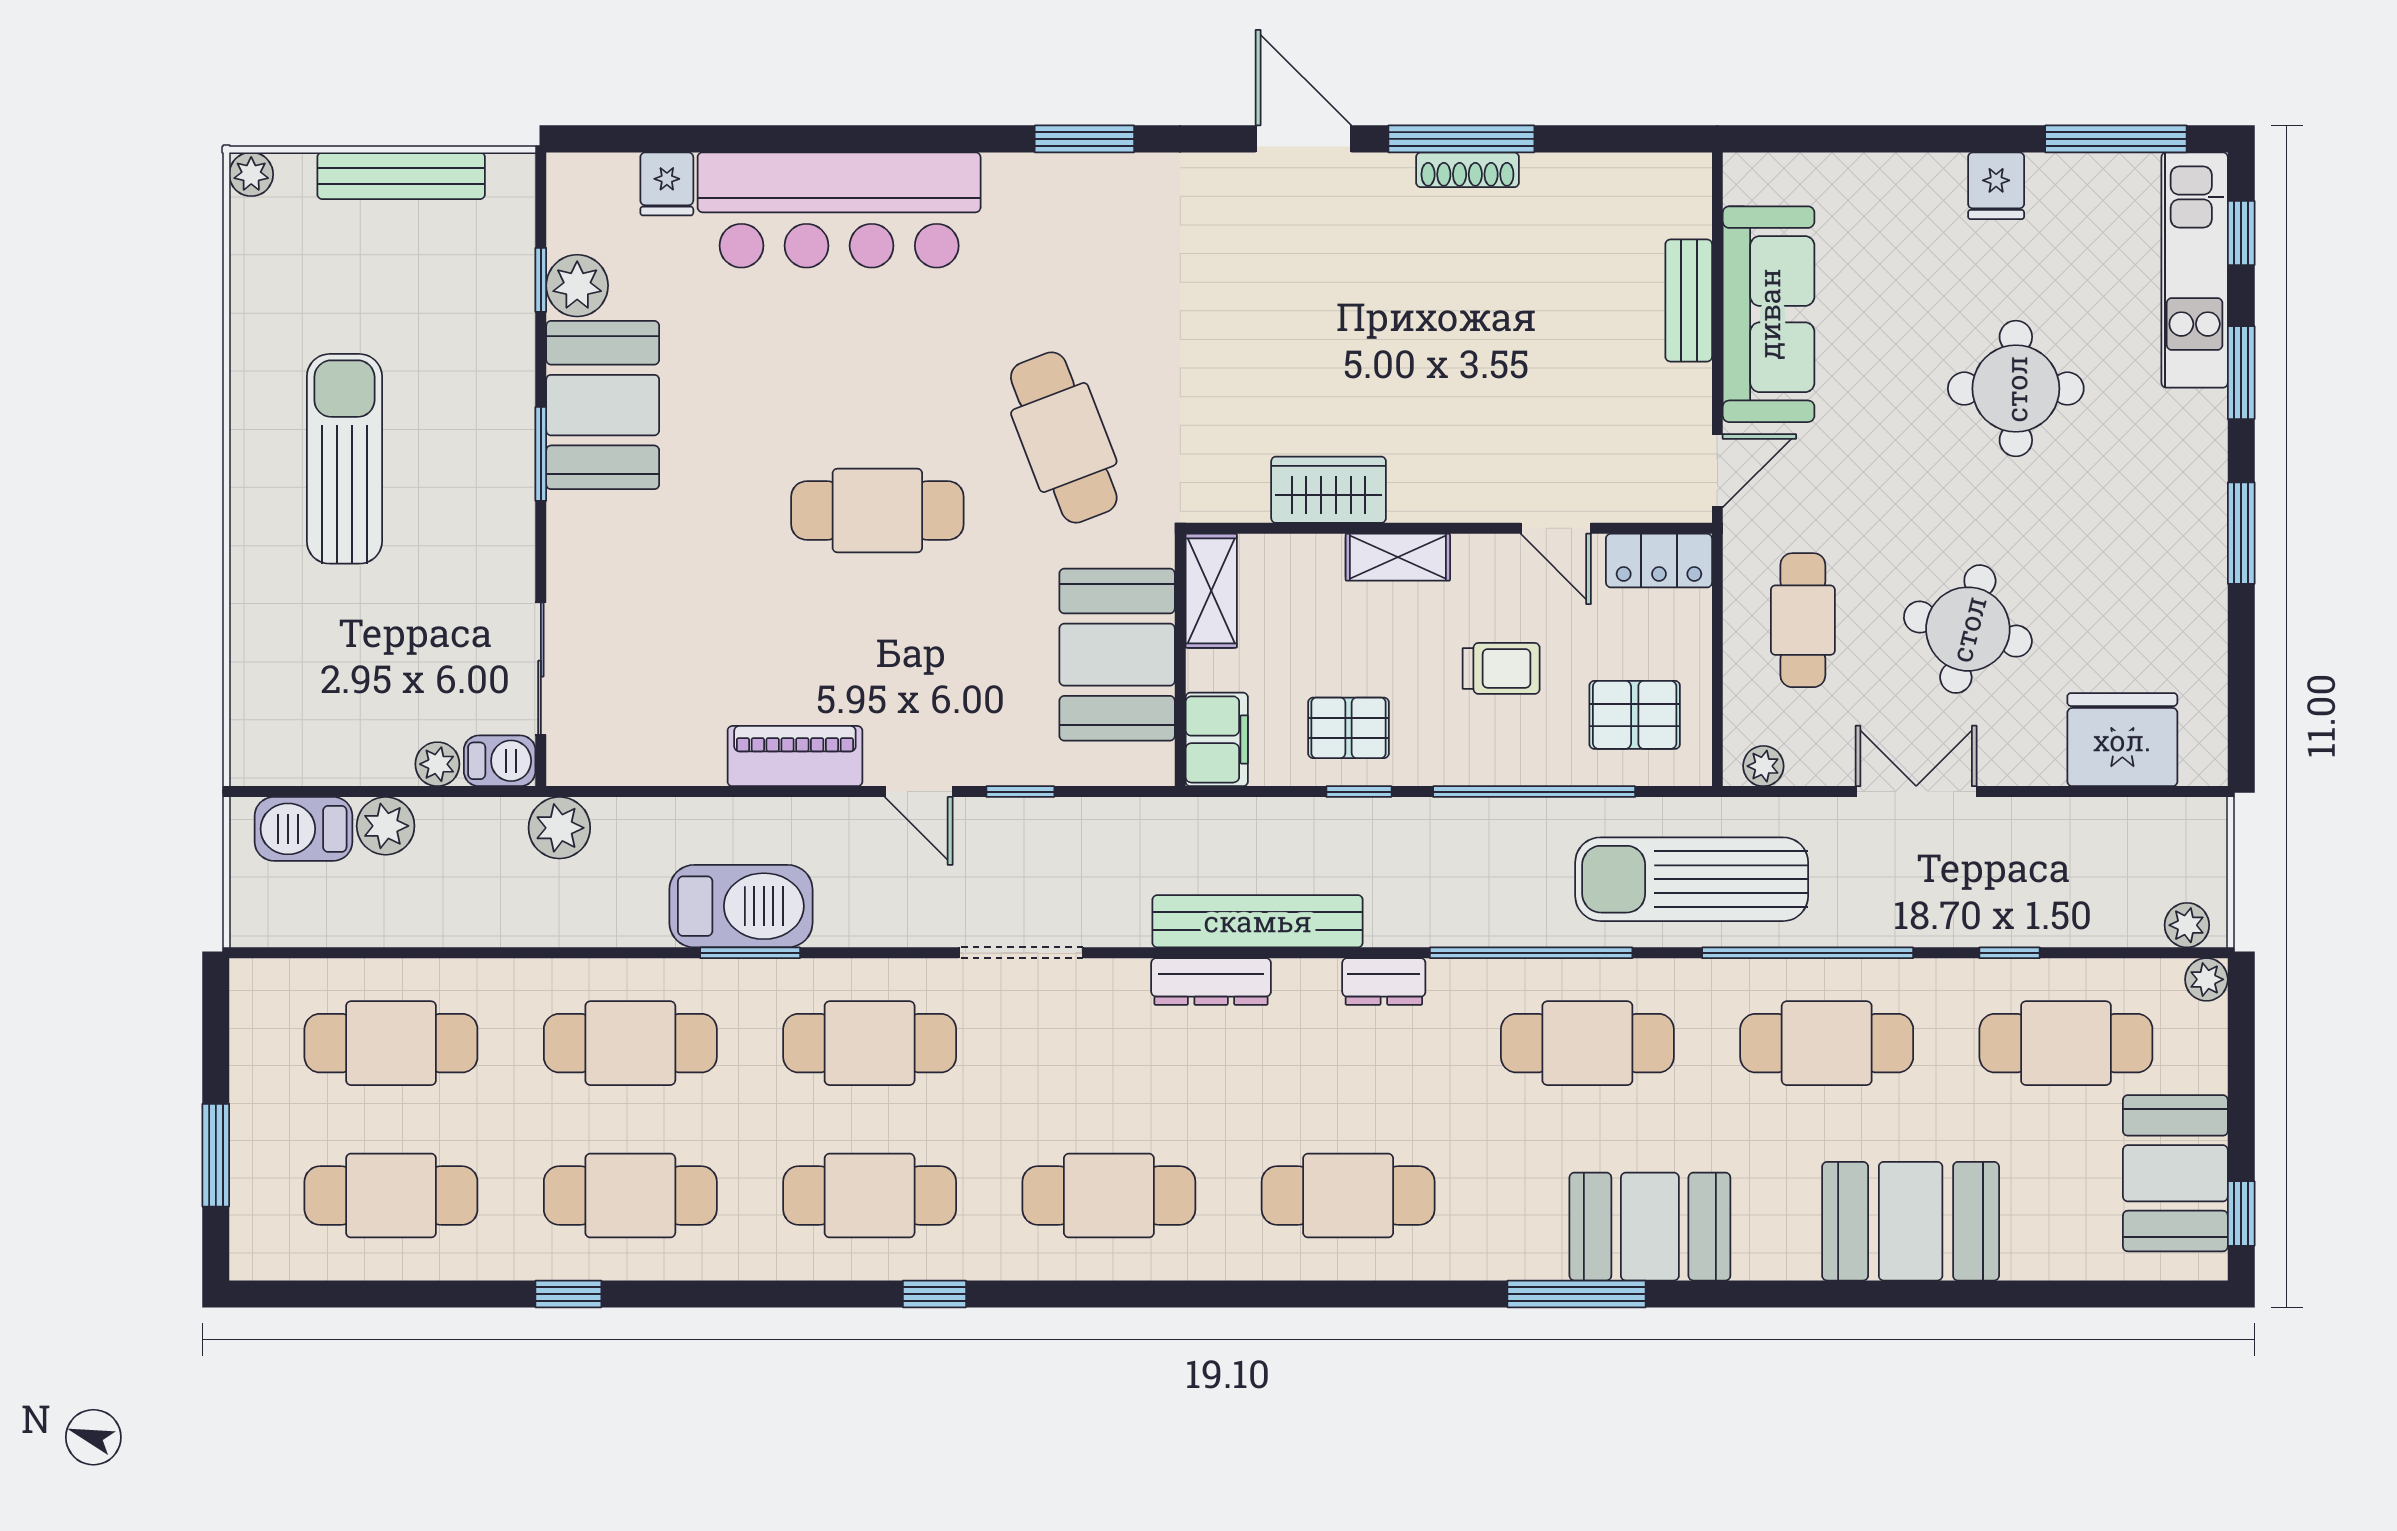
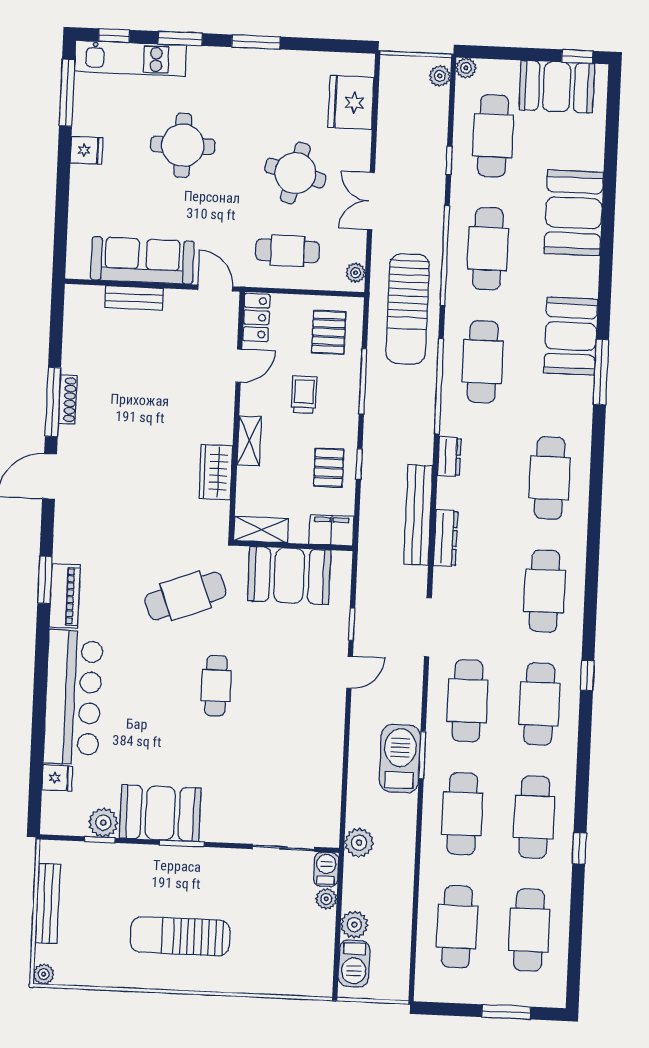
cafe table: (877, 511) -> (216, 686), width x0.73, depth x0.74
piano: (795, 756) -> (65, 596), moved, turned 180
window: (1534, 792) -> (363, 381), width x0.68

